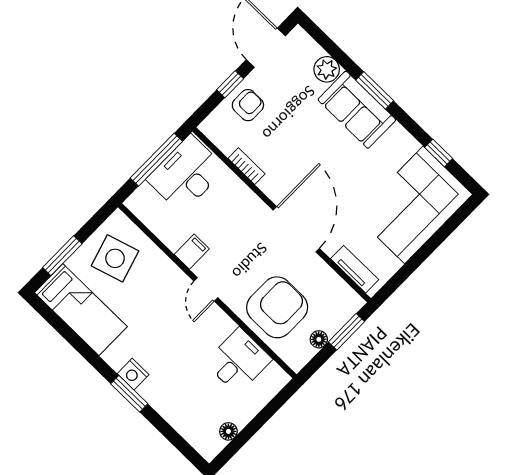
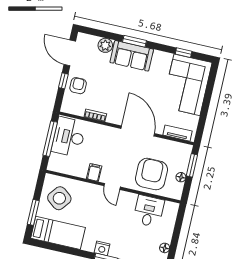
side table: (115, 258) -> (59, 198), turned -35

